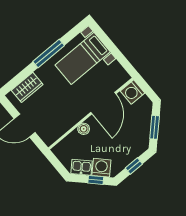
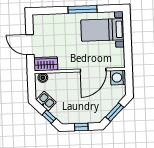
wardrobe: (27, 87) -> (46, 64), moved, turned 180
boiler: (84, 129) -> (43, 78), moved
washing machine: (101, 168) -> (59, 111), removed

